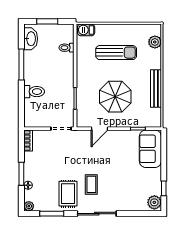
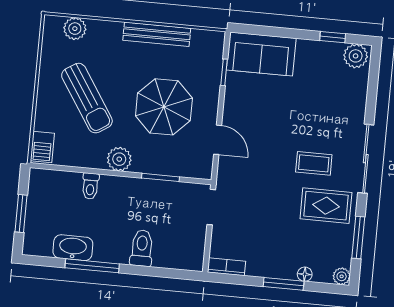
washbasin: (31, 39) -> (73, 248), moved
toilet: (66, 48) -> (90, 186), moved
sun lounger: (116, 53) -> (87, 98), turned 147
plant: (83, 74) -> (119, 159), added

